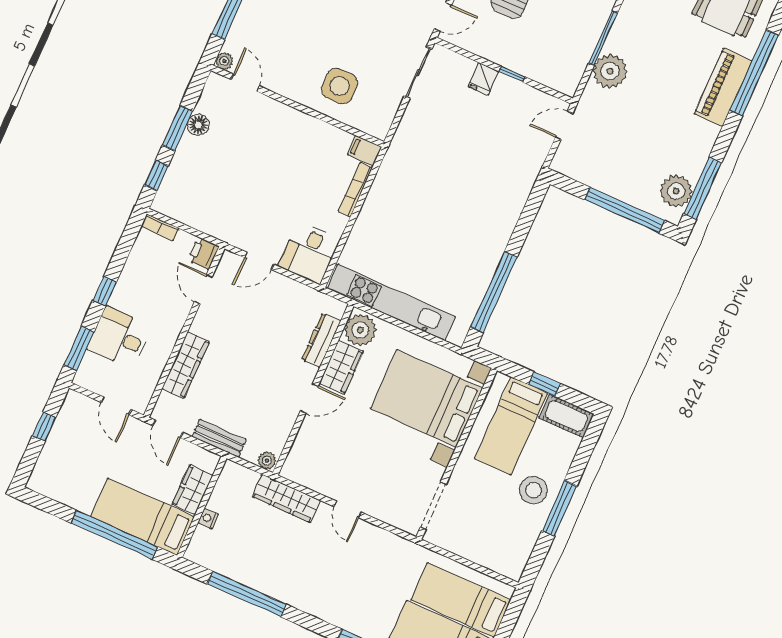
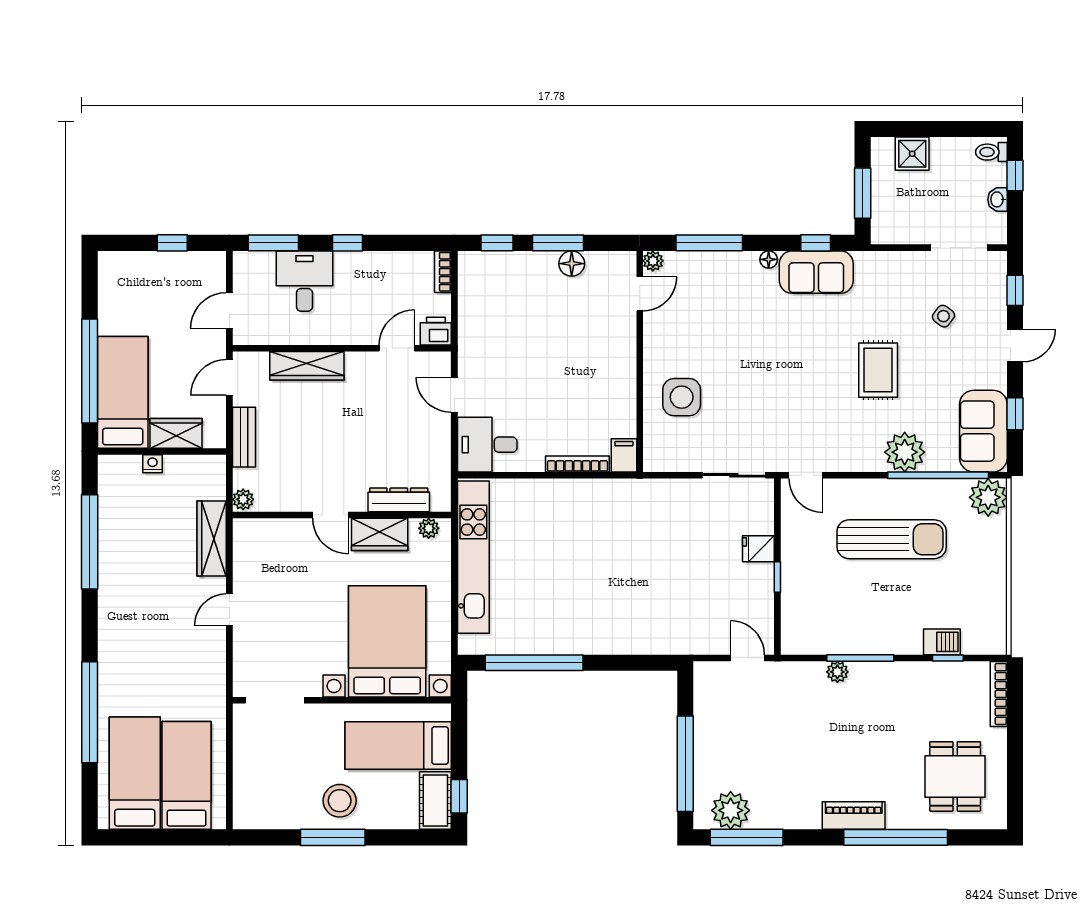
plant: (610, 71) -> (837, 672), width x0.53, depth x0.53
piano: (723, 87) -> (854, 815), width x0.73, depth x0.75
plant: (360, 330) -> (429, 528), width x0.53, depth x0.53
window: (545, 384) -> (459, 796), moved

